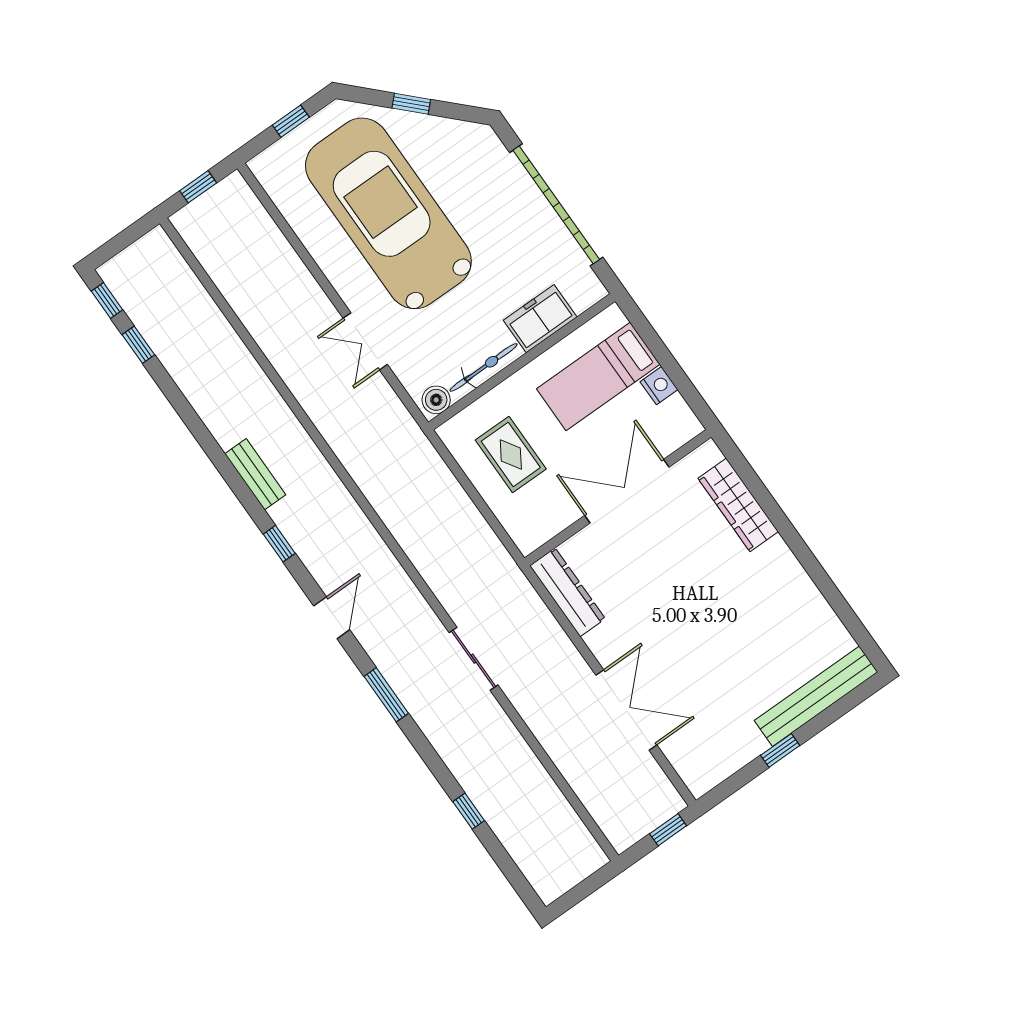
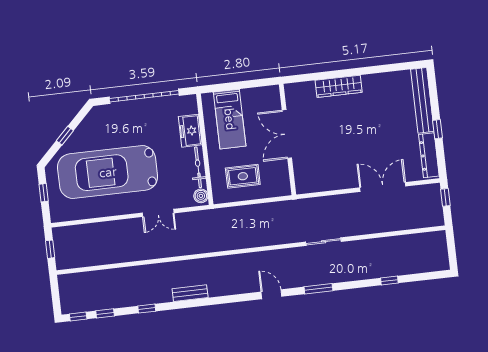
nightstand: (659, 386) -> (248, 95), removed
wardrobe: (738, 505) -> (339, 86), moved
window: (279, 544) -> (147, 309), moved
dresser: (568, 592) -> (429, 155), moved, turned -90

